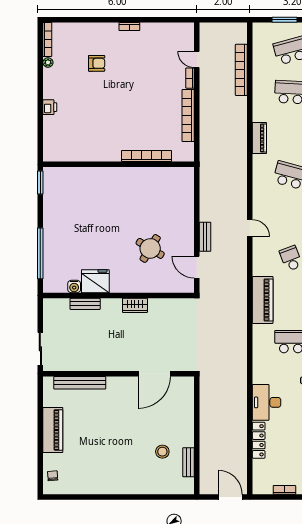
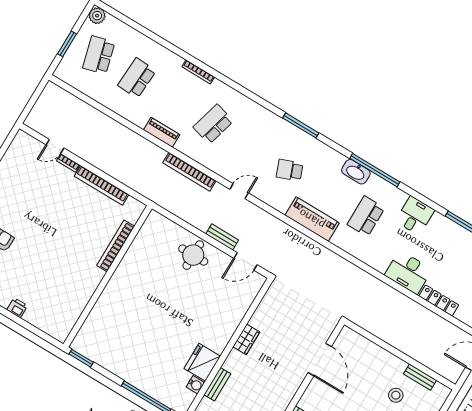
bookcase: (241, 70) -> (189, 172), moved
round table: (150, 248) -> (193, 255), moved, turned -31

